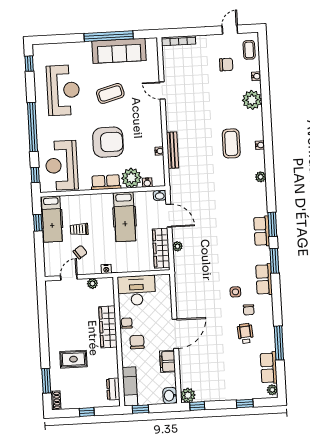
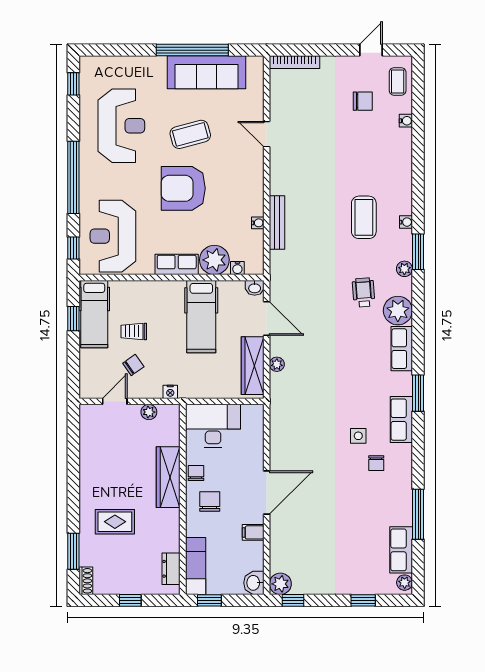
plant: (252, 100) -> (398, 311), moved
armchair: (108, 142) -> (183, 188), moved, turned 180
window: (272, 224) -> (418, 252), moved
wheelchair: (245, 333) -> (364, 292), moved
filing cabinet: (168, 361) -> (253, 532), width x0.50

